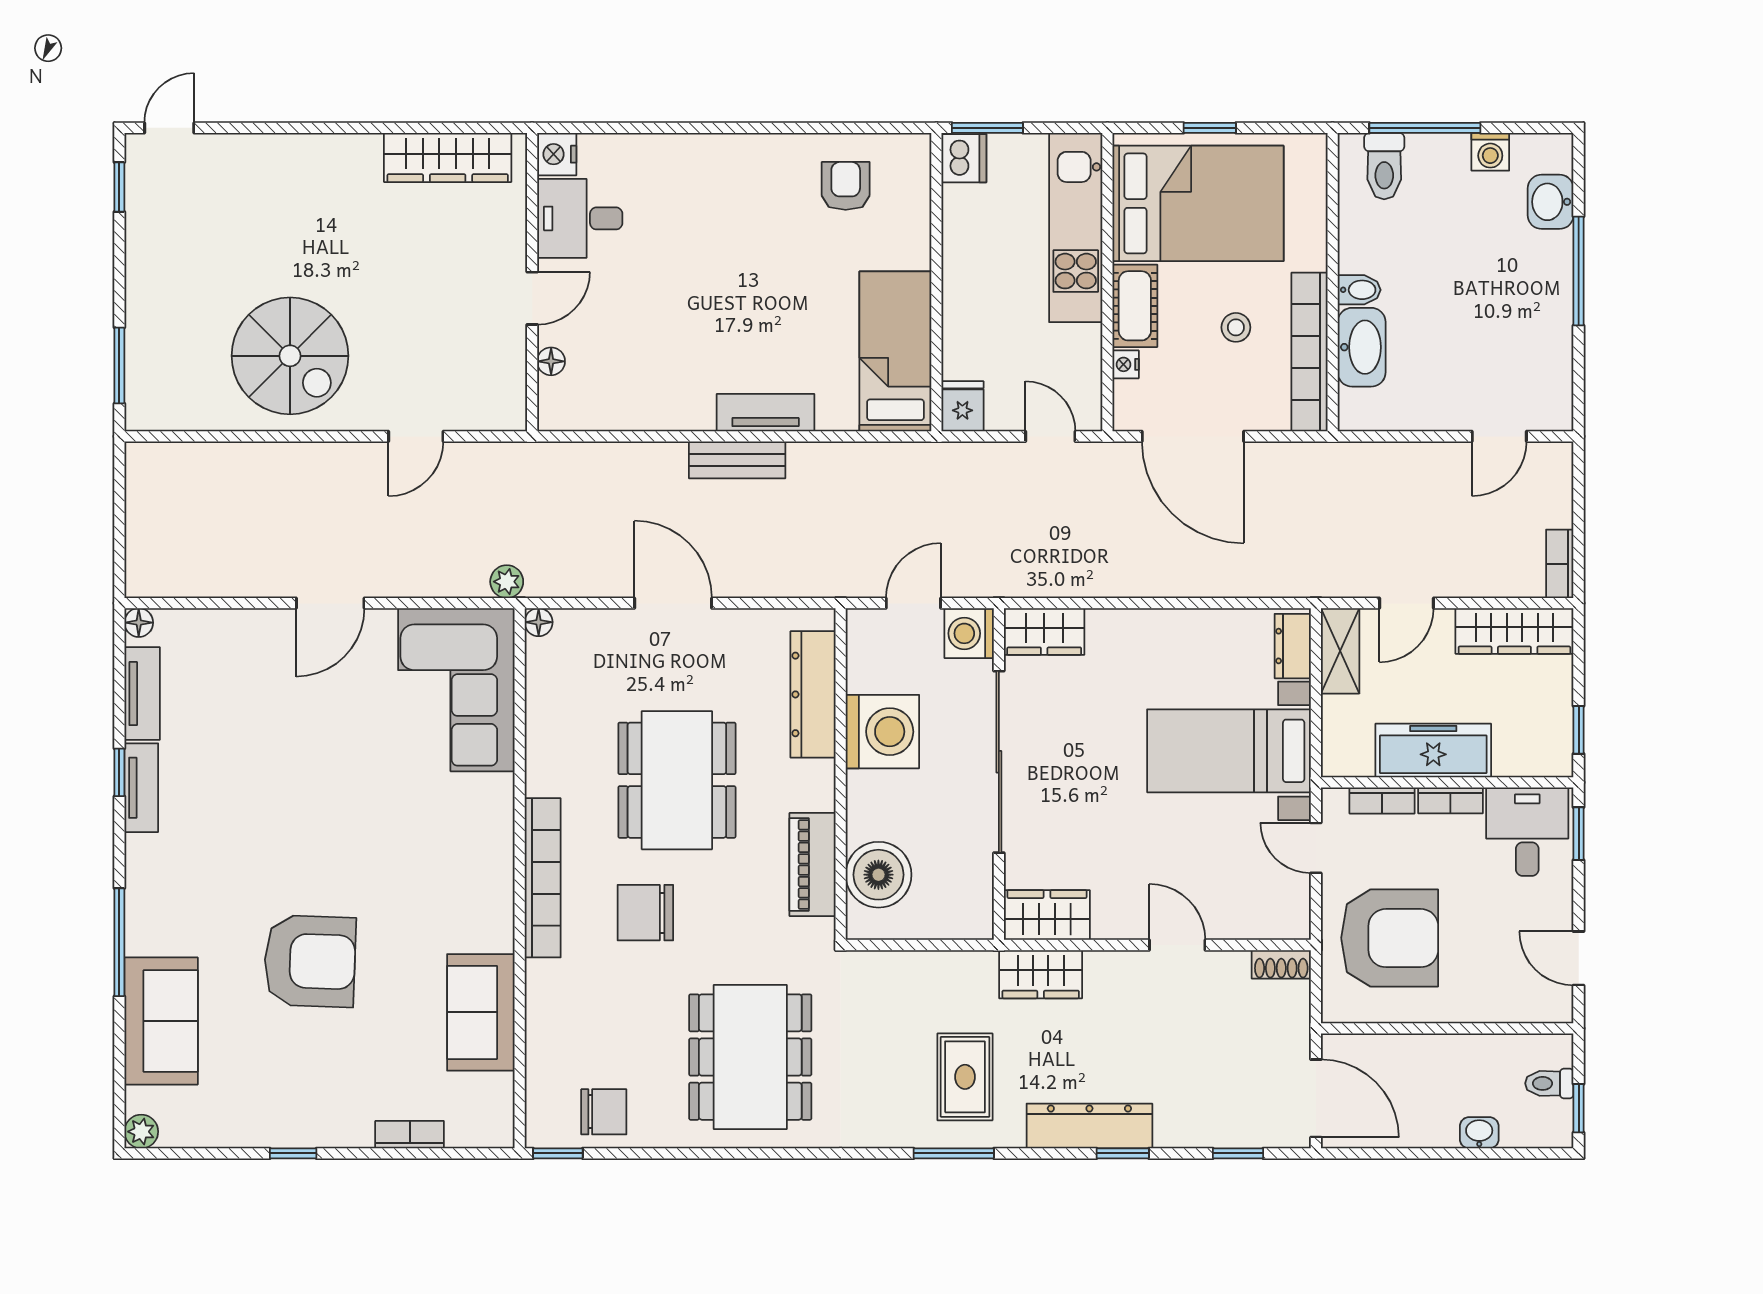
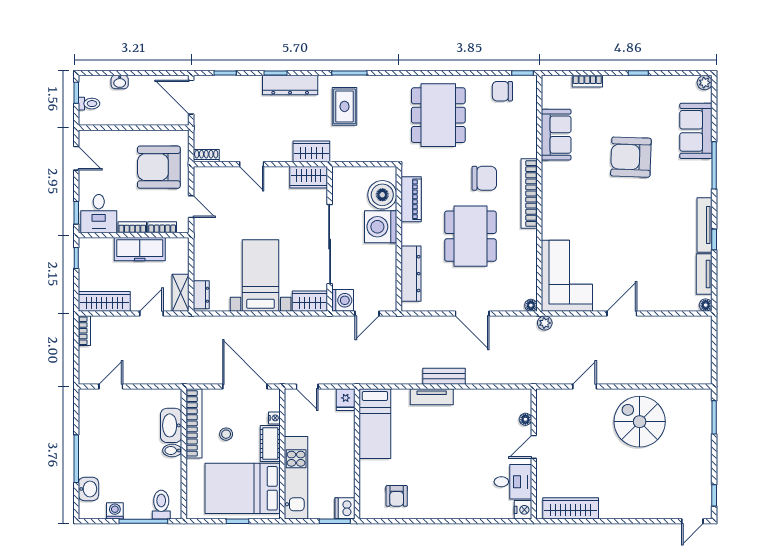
washing machine: (882, 732) -> (381, 227), moved
bed with nightstands: (1229, 751) -> (261, 276), moved, turned -90
tv unit: (141, 788) -> (705, 225), width x1.41

